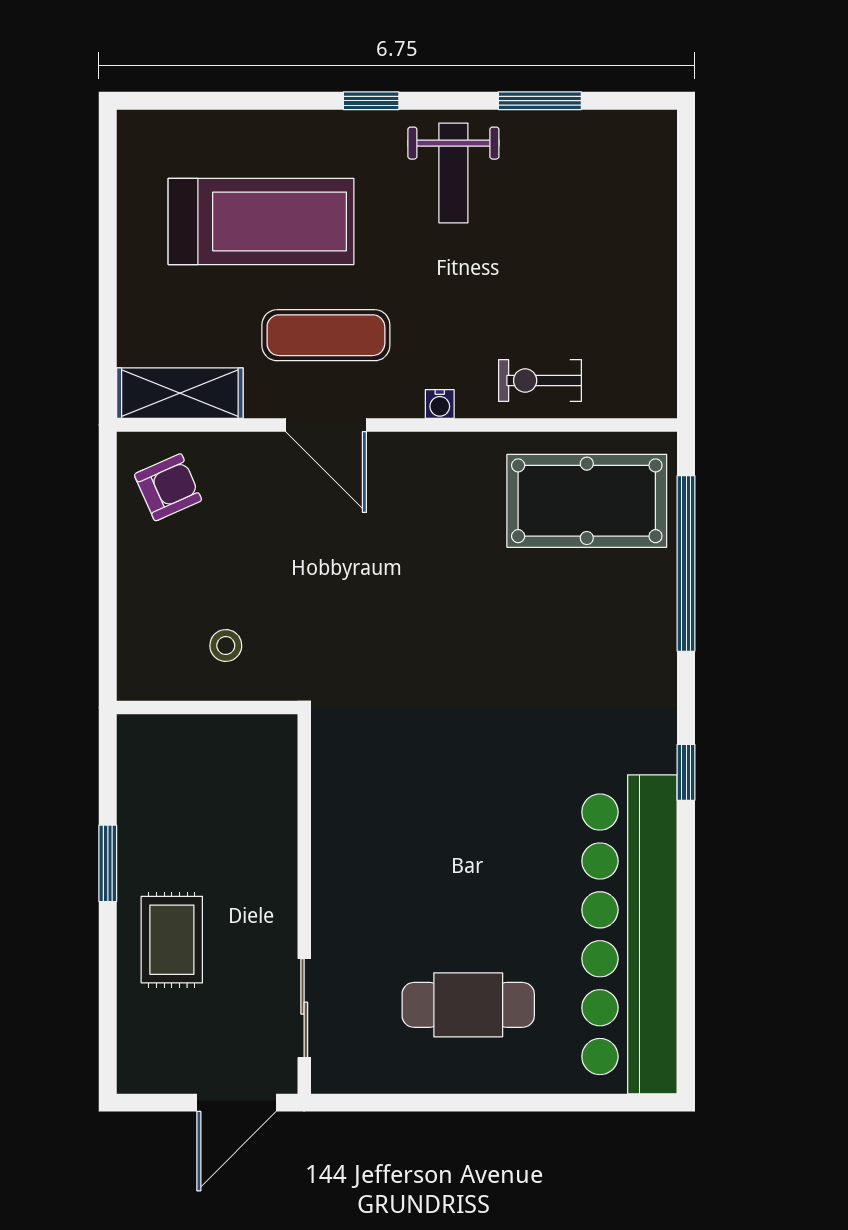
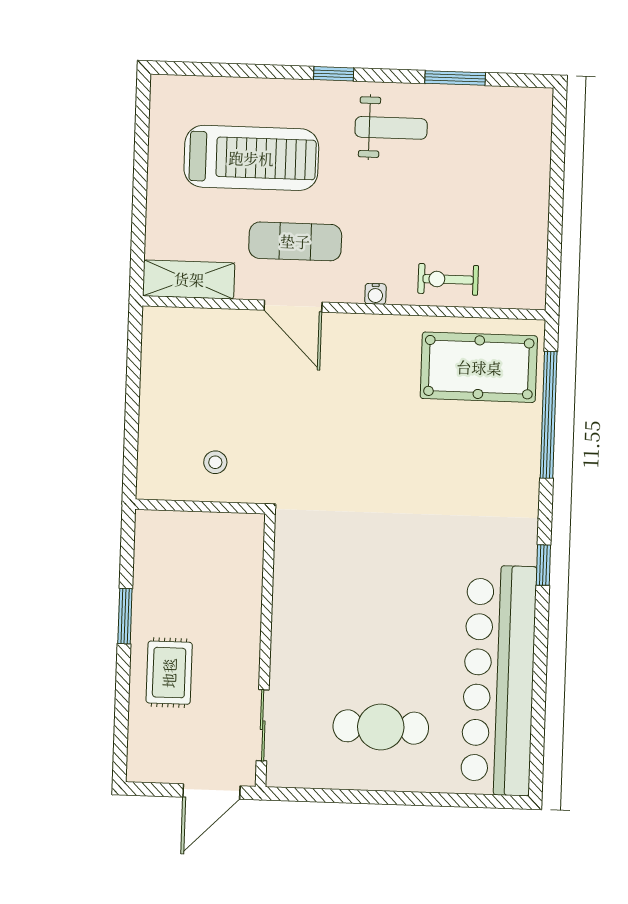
weight bench: (453, 173) -> (391, 128), turned -90
armchair: (168, 487) -> (178, 347), removed

